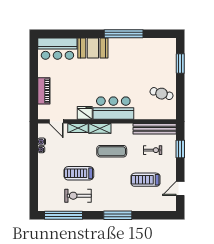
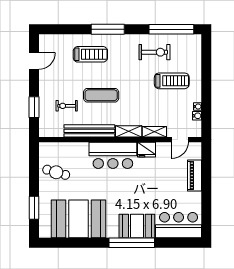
window: (124, 34) -> (132, 243), moved
booth: (143, 54) -> (78, 219), added
door: (56, 121) -> (180, 140), swing flipped
bench: (155, 129) -> (89, 131), moved
exercise mat: (112, 151) -> (101, 95), moved
treadmill: (79, 173) -> (172, 81), moved
treadmill: (146, 180) -> (90, 54), moved

